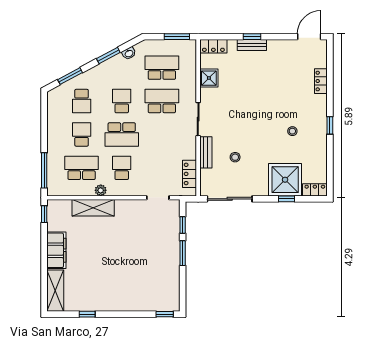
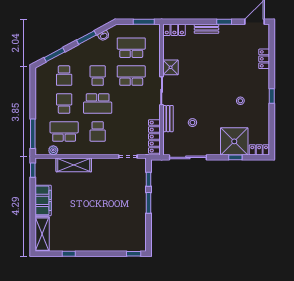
window: (252, 37) -> (224, 22), moved
shower: (209, 78) -> (171, 67), moved
school desk: (122, 168) -> (98, 131), turned 180
locker: (190, 174) -> (154, 137), width x1.53
plant: (101, 190) -> (53, 150), moved

